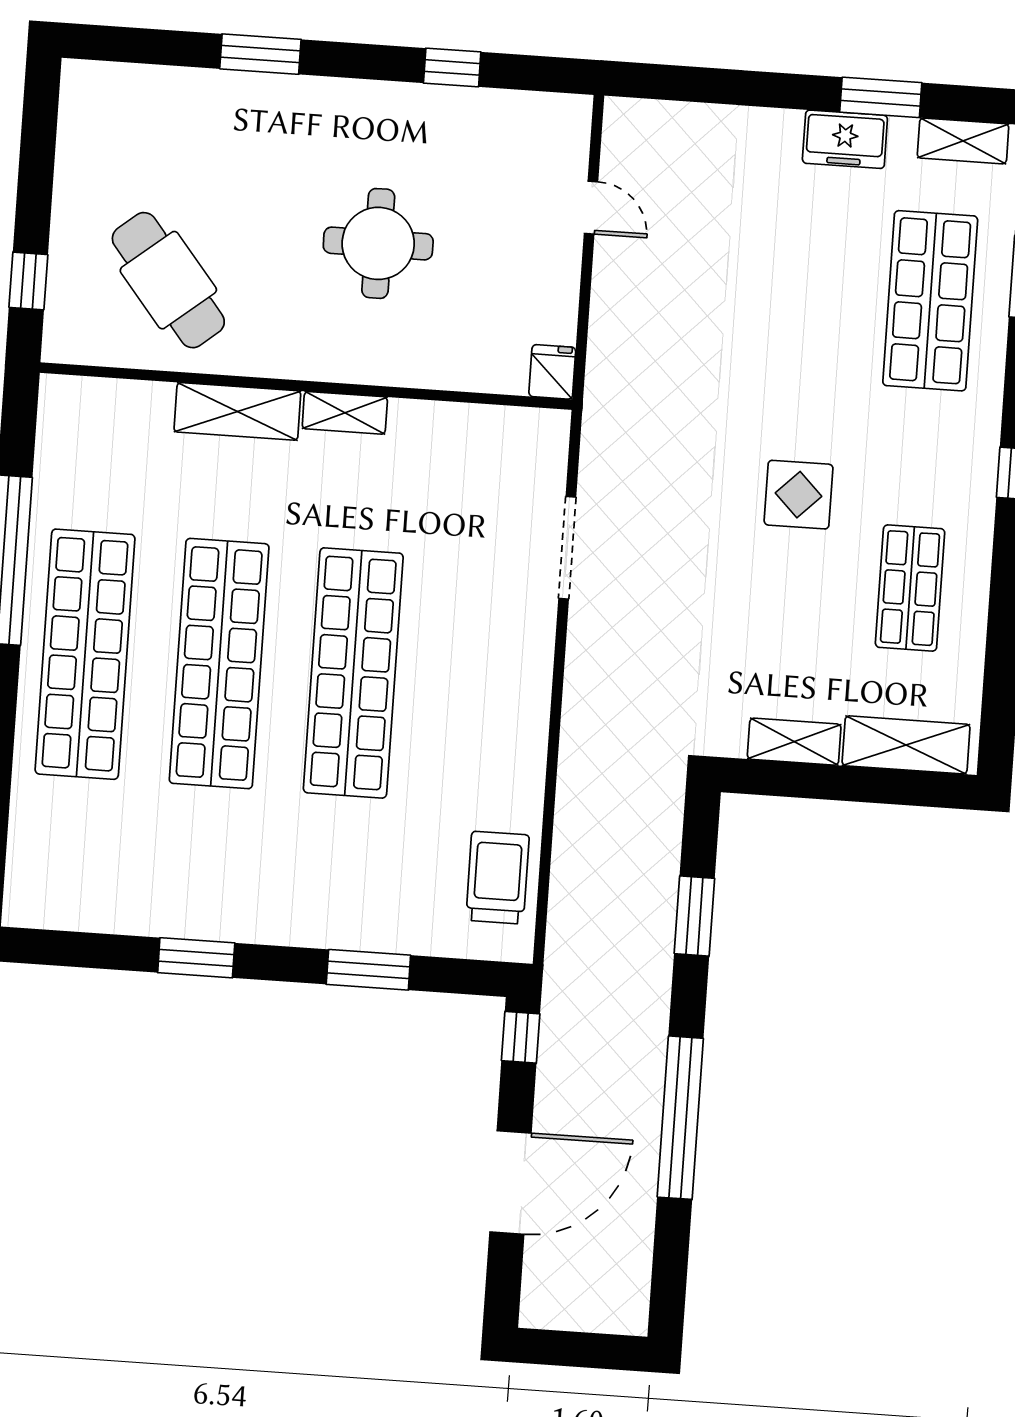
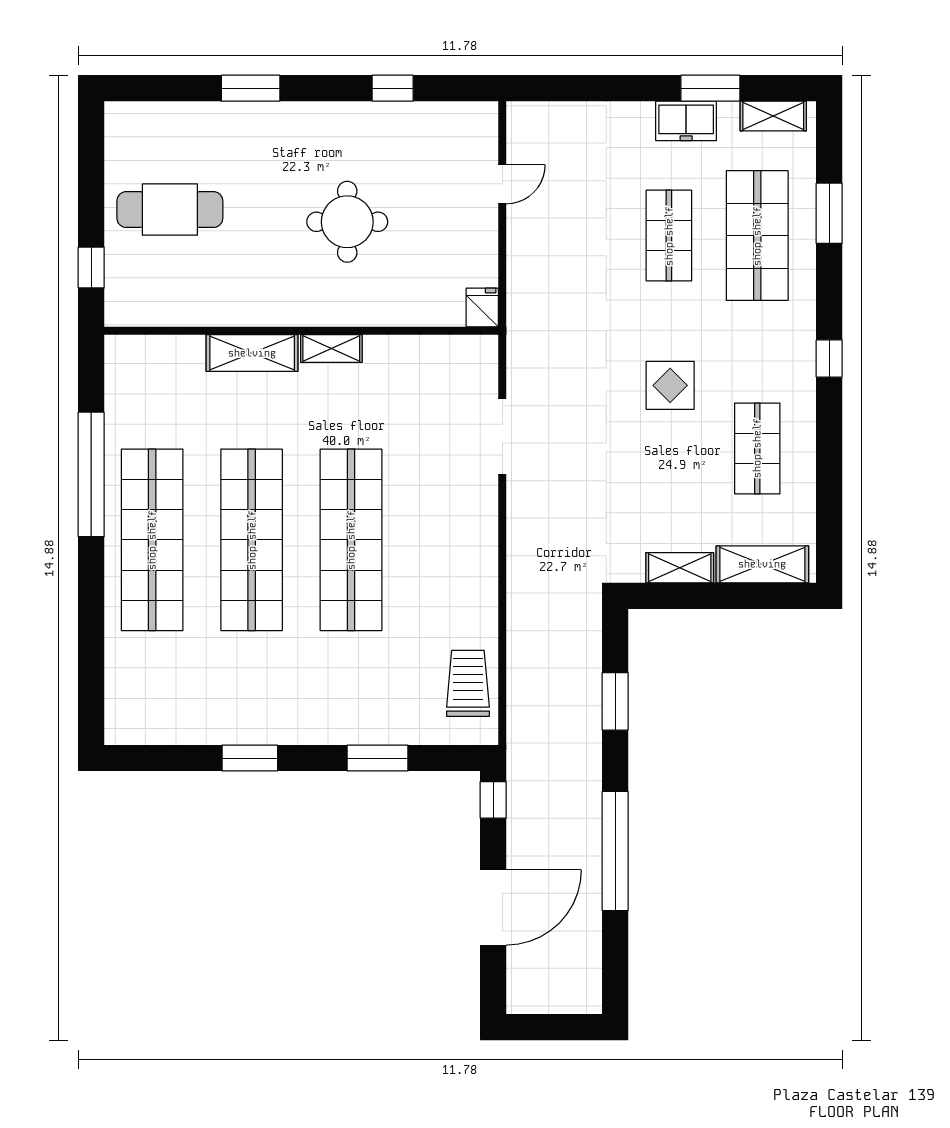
door: (591, 208) -> (502, 184), hinge flipped
cafe table: (168, 280) -> (170, 210), moved, turned -51
shop shelf: (811, 292) -> (669, 236), added

